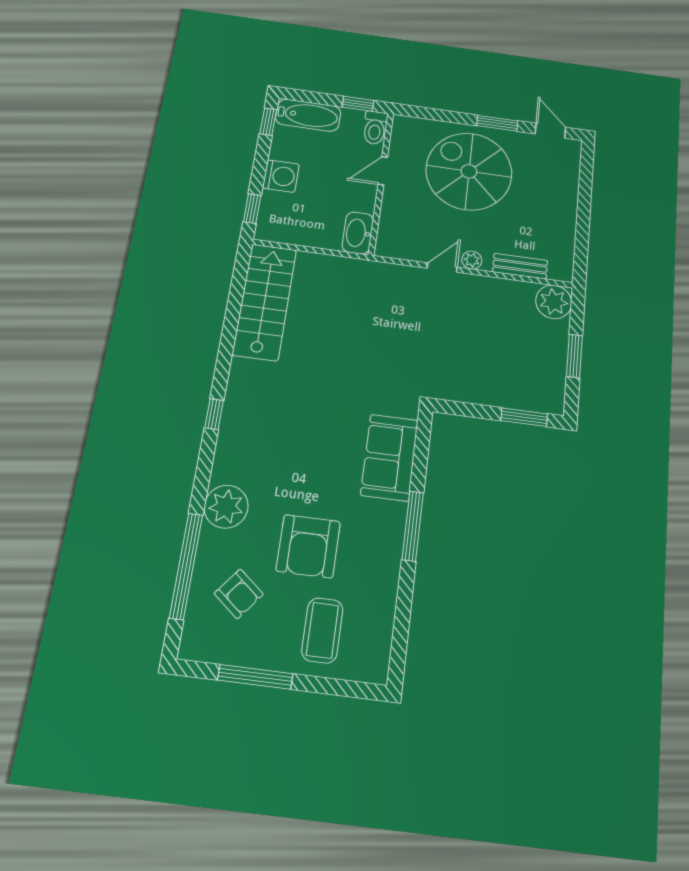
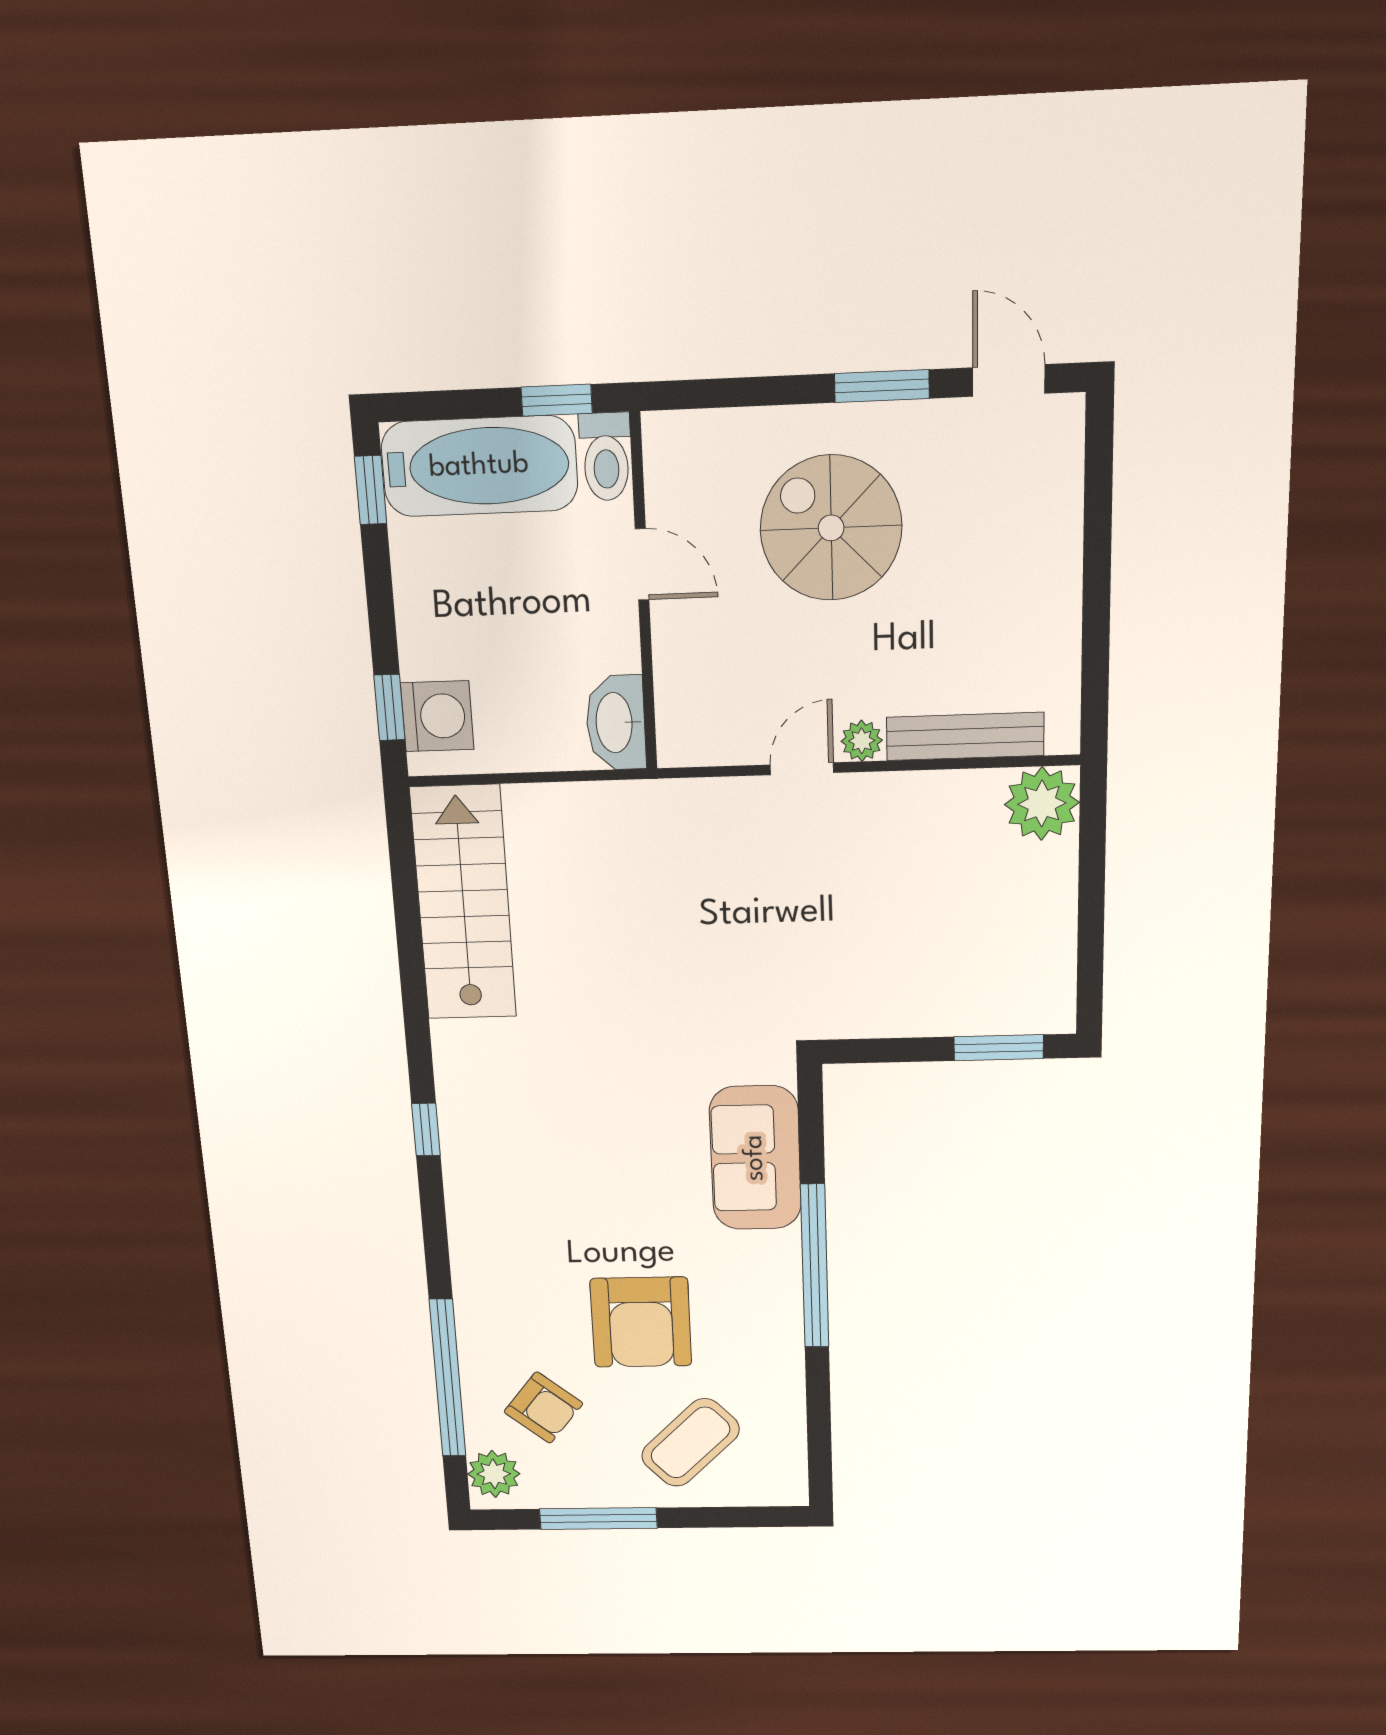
bathtub: (308, 115) -> (479, 466), width x1.36, depth x1.36
door: (383, 171) -> (642, 564), swing flipped
spiral stairs: (469, 171) -> (831, 528), width x0.73, depth x0.73
washing machine: (281, 176) -> (437, 716), moved
bench: (520, 266) -> (965, 736), width x1.36
window: (574, 356) -> (1091, 912), removed
plant: (226, 507) -> (494, 1474), moved, width x0.73, depth x0.73
window: (413, 526) -> (815, 1266), width x1.46
coffee table: (322, 630) -> (690, 1442), turned 46

